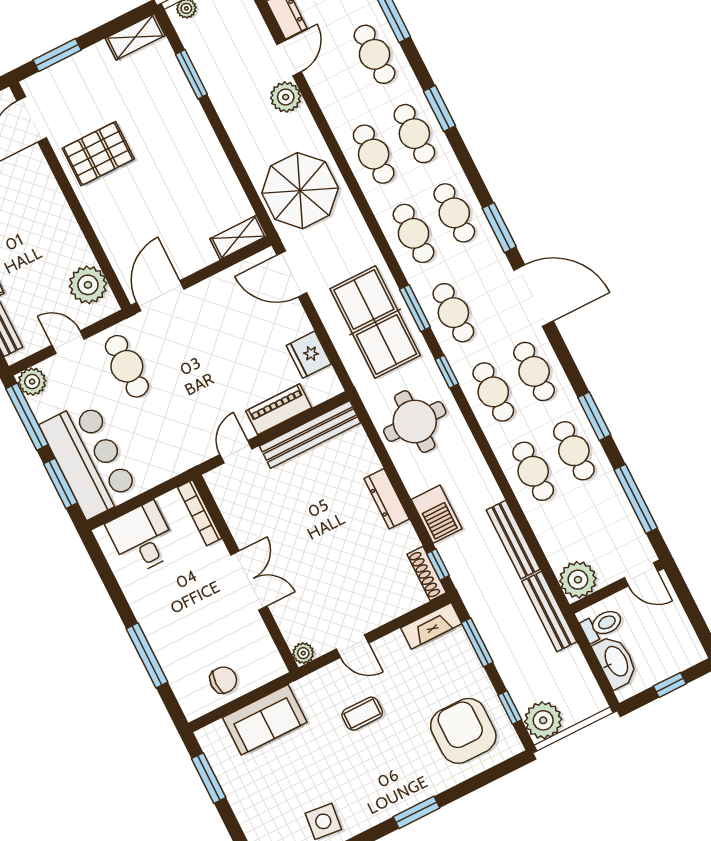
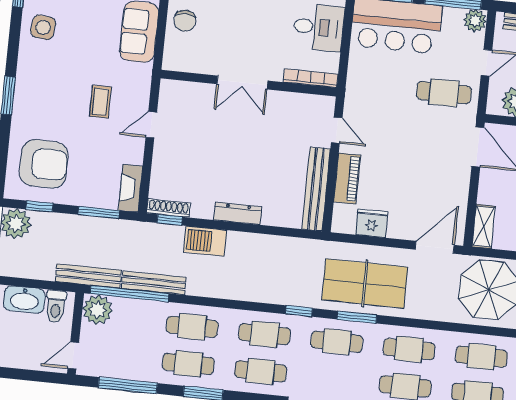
round table: (415, 422) -> (279, 267), removed
window: (540, 558) -> (129, 294), added
plant: (303, 653) -> (168, 88), removed

